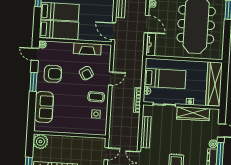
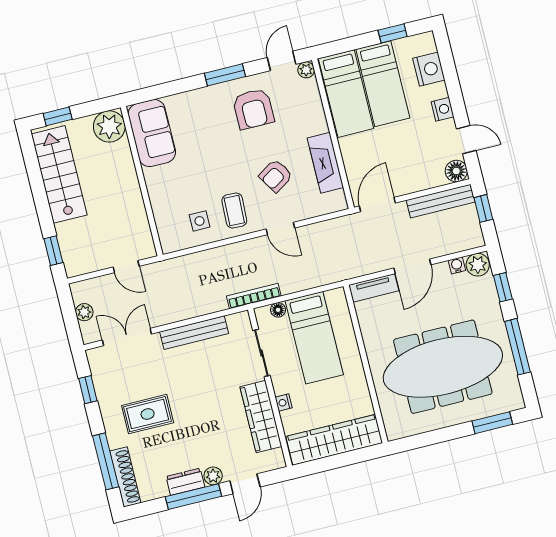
sofa: (44, 107) -> (152, 133), moved, turned -90

